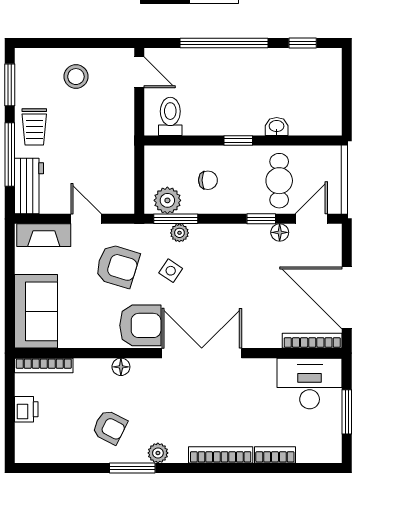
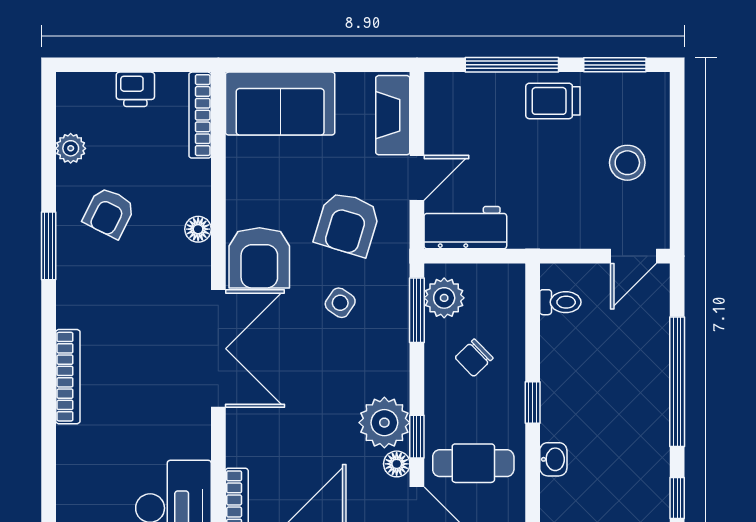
toilet: (170, 116) -> (560, 302), width x0.73, depth x0.72
chair: (208, 180) -> (474, 358), turned 46
workbench: (29, 186) -> (465, 228), moved, turned 180
plant: (179, 233) -> (384, 423), moved, width x1.88, depth x1.88
plant: (158, 453) -> (71, 148), moved
bookcase: (275, 455) -> (68, 457), removed

